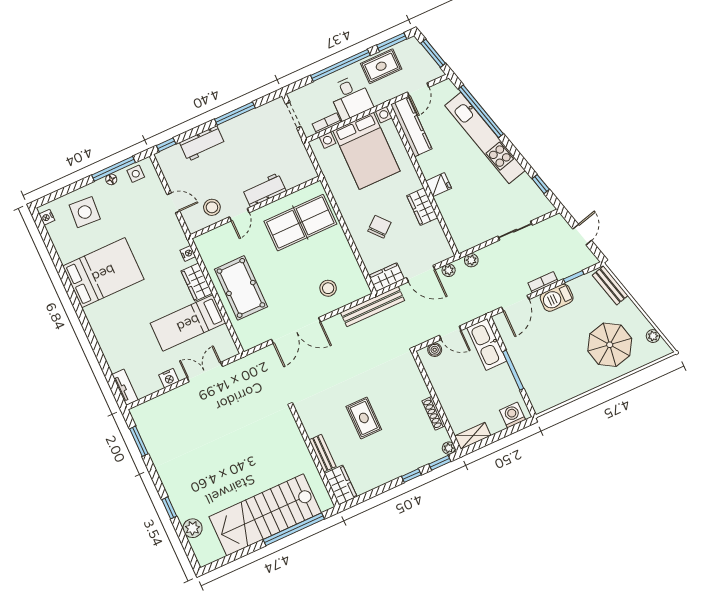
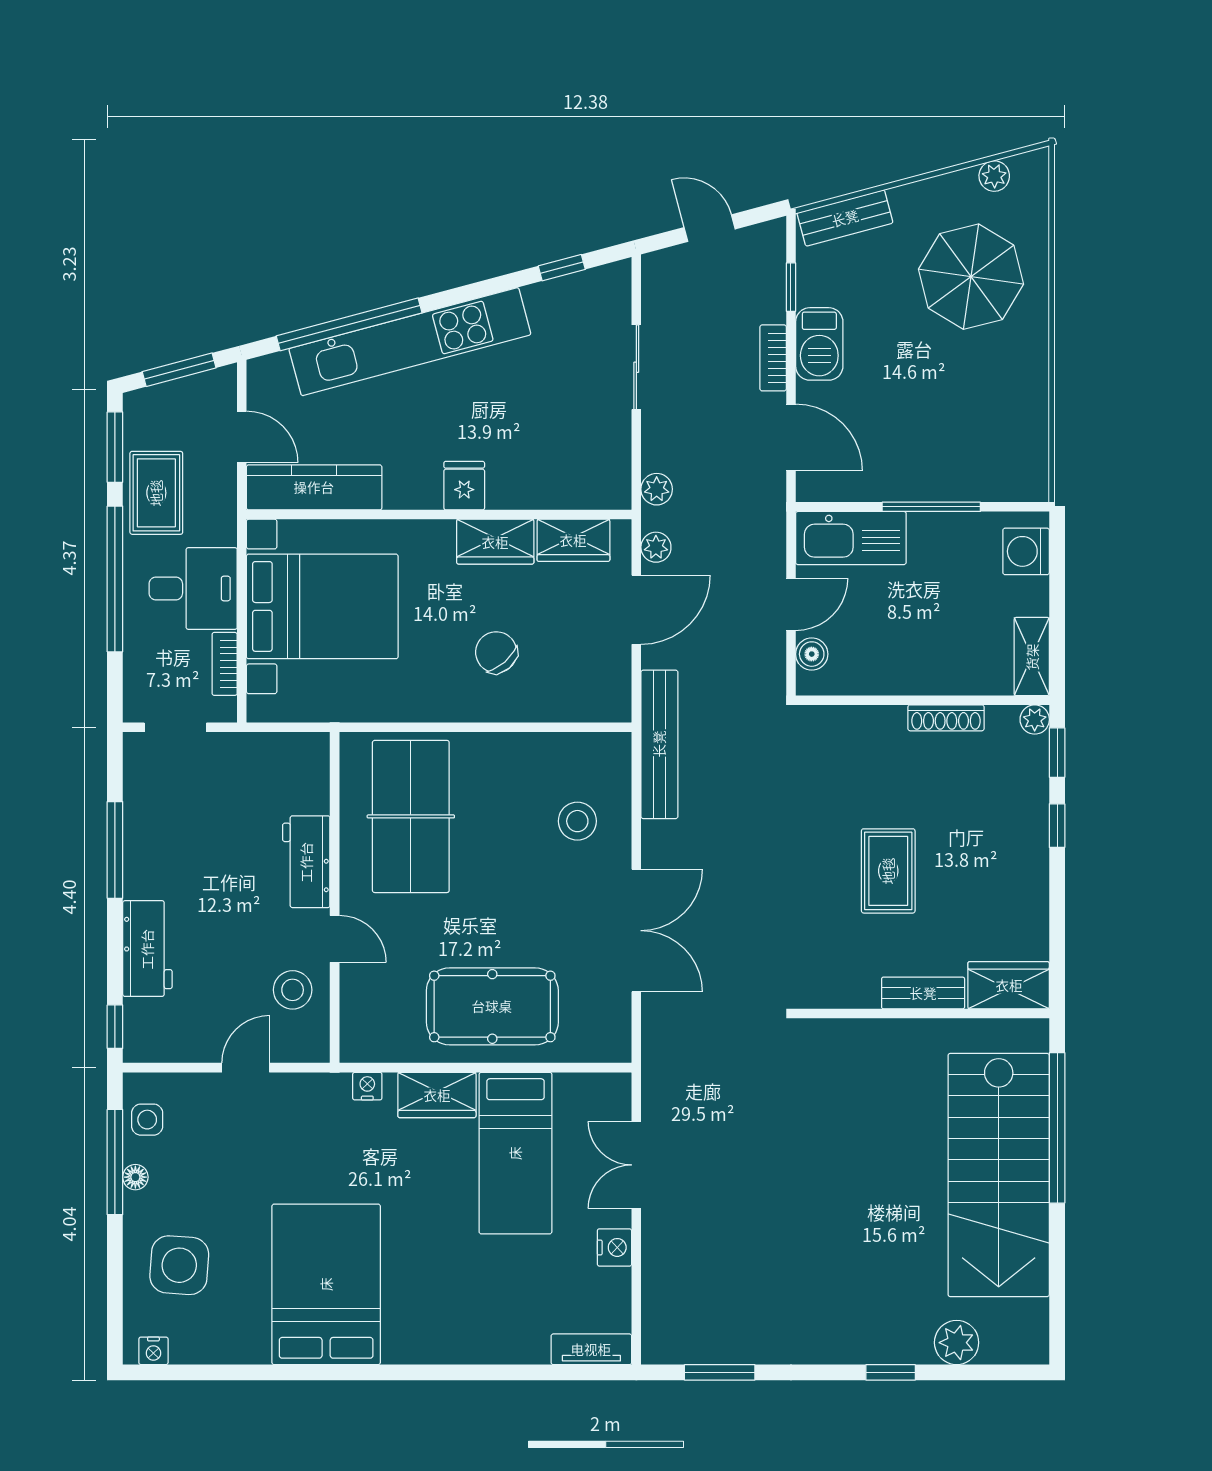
wardrobe: (386, 277) -> (573, 540), moved, turned -90
rug: (364, 418) -> (888, 871), turned 90

